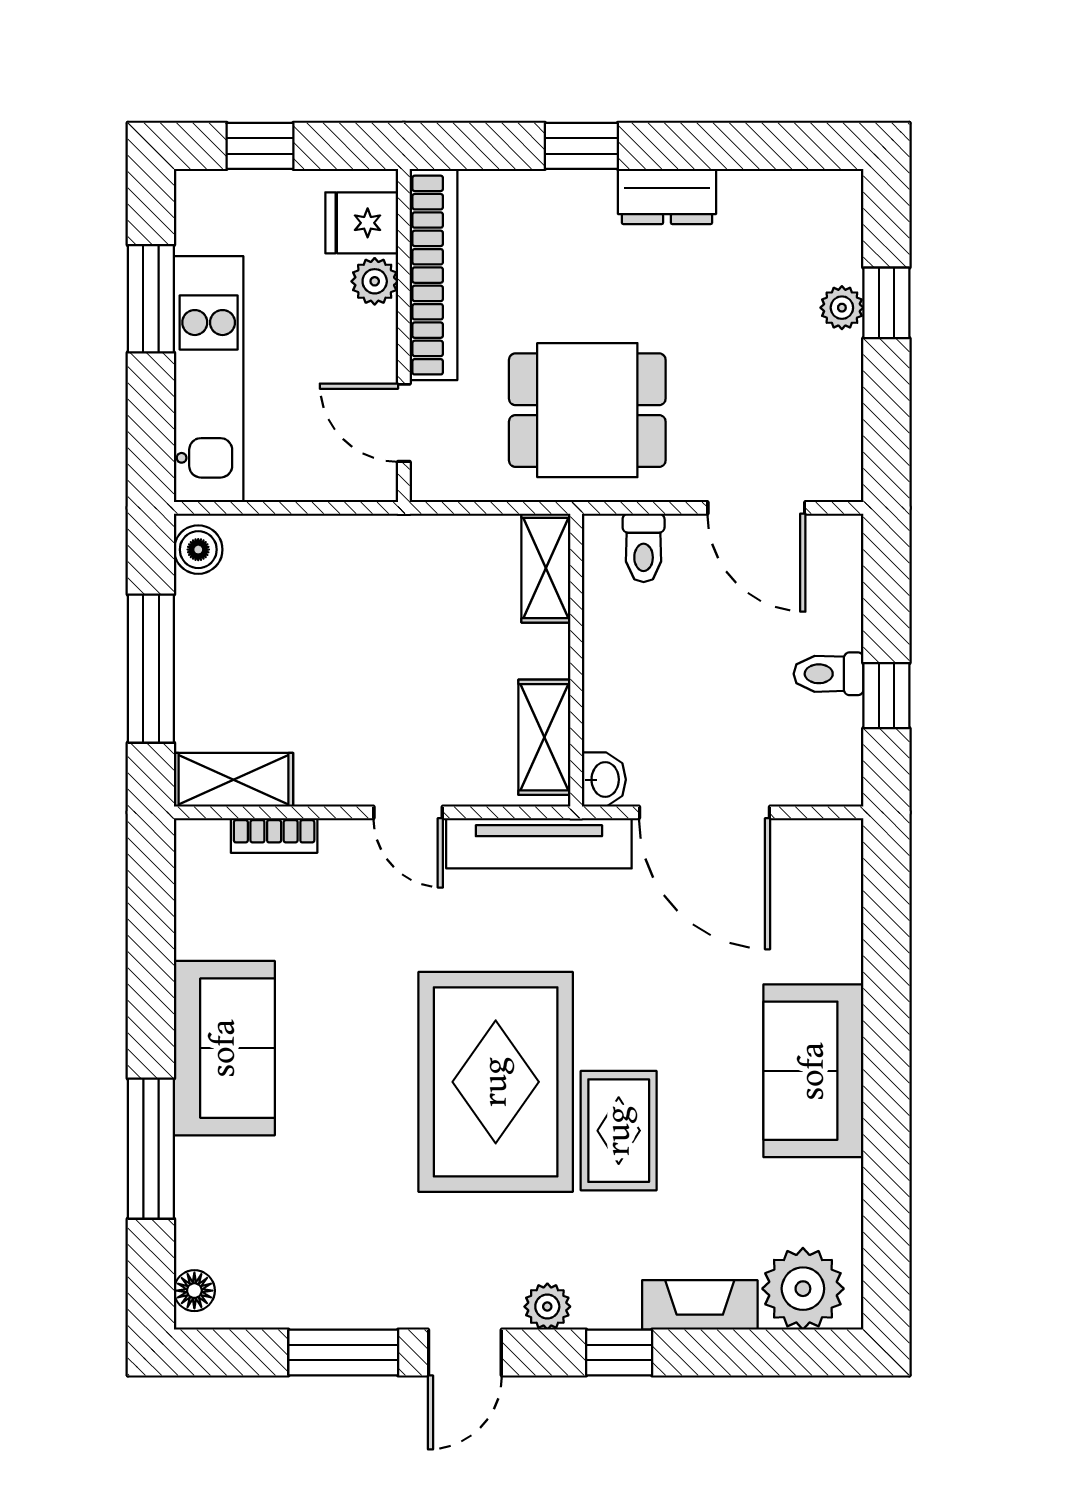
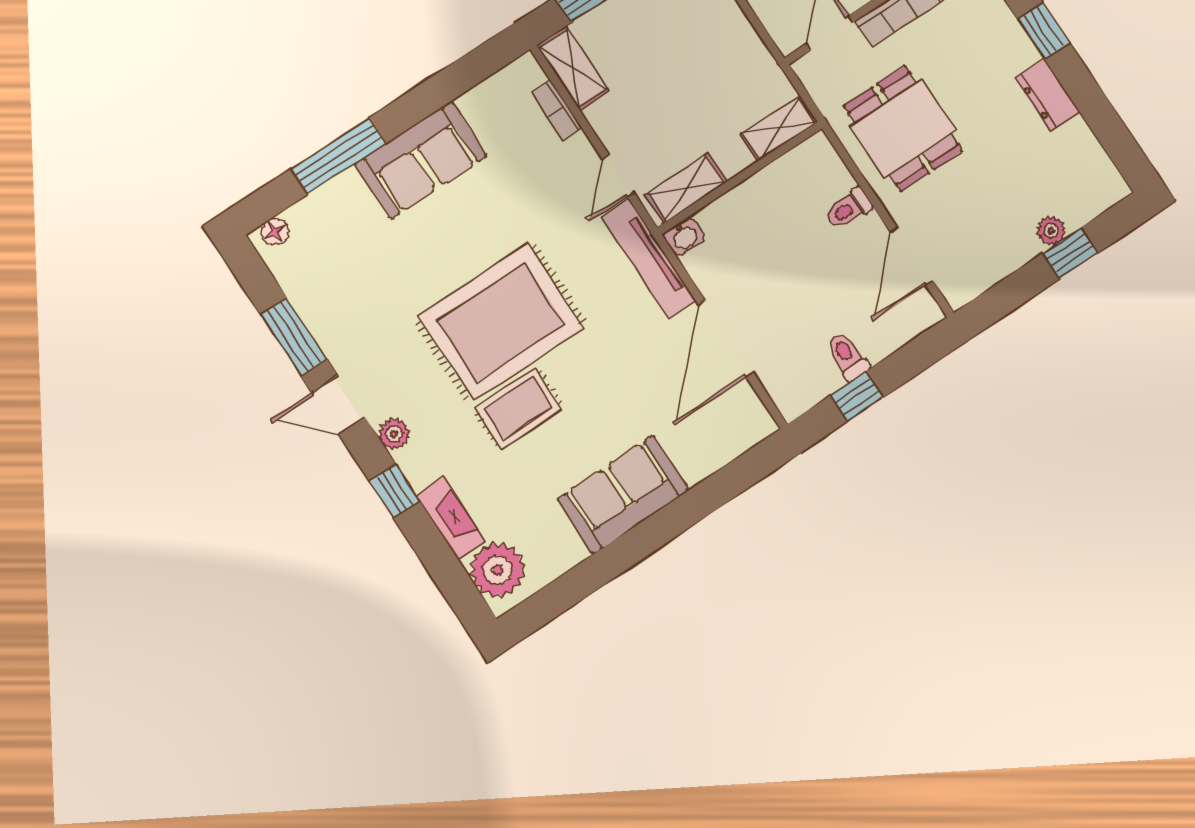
shelving: (546, 568) -> (779, 128), moved
wall: (576, 660) -> (740, 178), moved
shelving: (544, 737) -> (686, 188), moved
washbasin: (604, 780) -> (684, 236), moved

